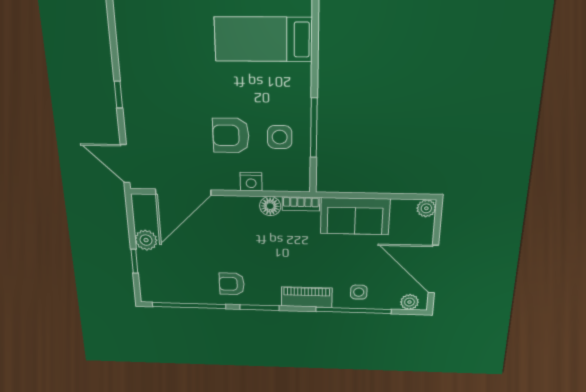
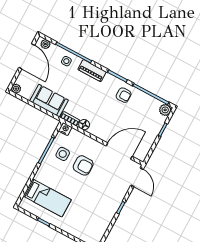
nightstand: (251, 182) -> (65, 129), moved
plant: (146, 240) -> (165, 110), moved

